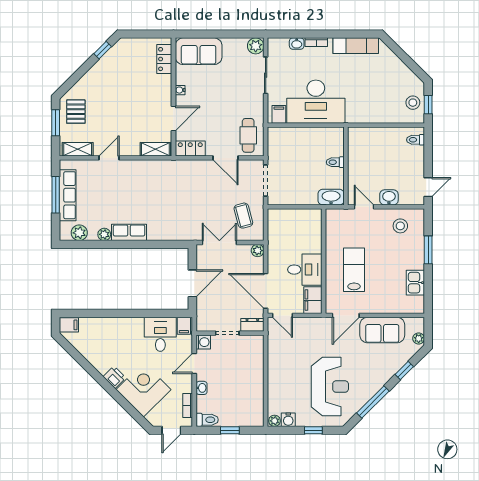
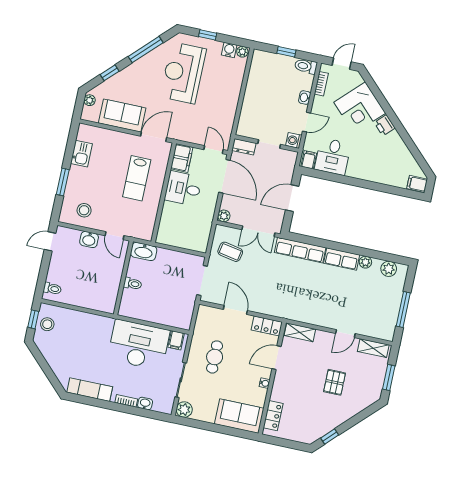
pallet: (76, 112) -> (335, 382), moved
cafe table: (248, 135) -> (215, 357), moved
row of seats: (68, 195) -> (300, 250), moved, turned -90
coffee table: (243, 216) -> (230, 252), turned -64

